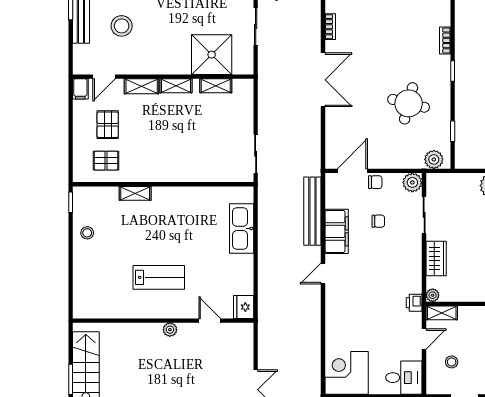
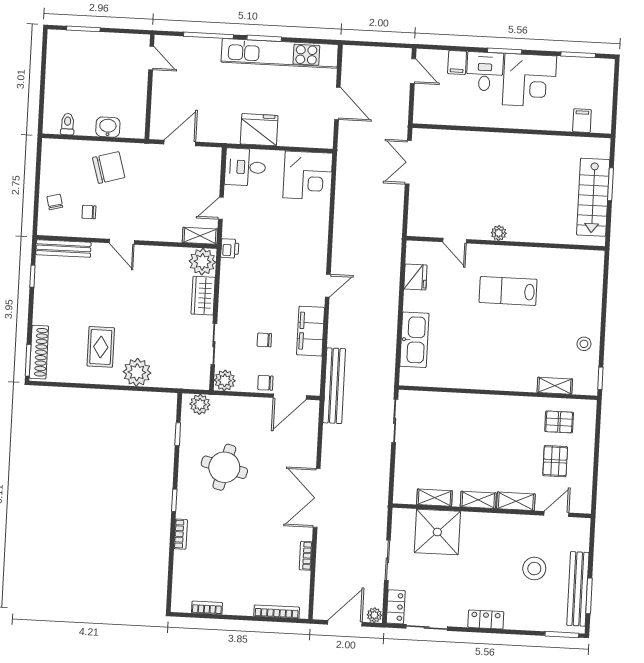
filing cabinet: (80, 89) -> (583, 502), removed
shelving: (135, 193) -> (555, 386), moved
bench: (312, 211) -> (334, 386), moved
plant: (433, 295) -> (202, 262), width x1.88, depth x1.88
fridge: (244, 307) -> (415, 277), moved
stool: (452, 362) -> (192, 181), removed

